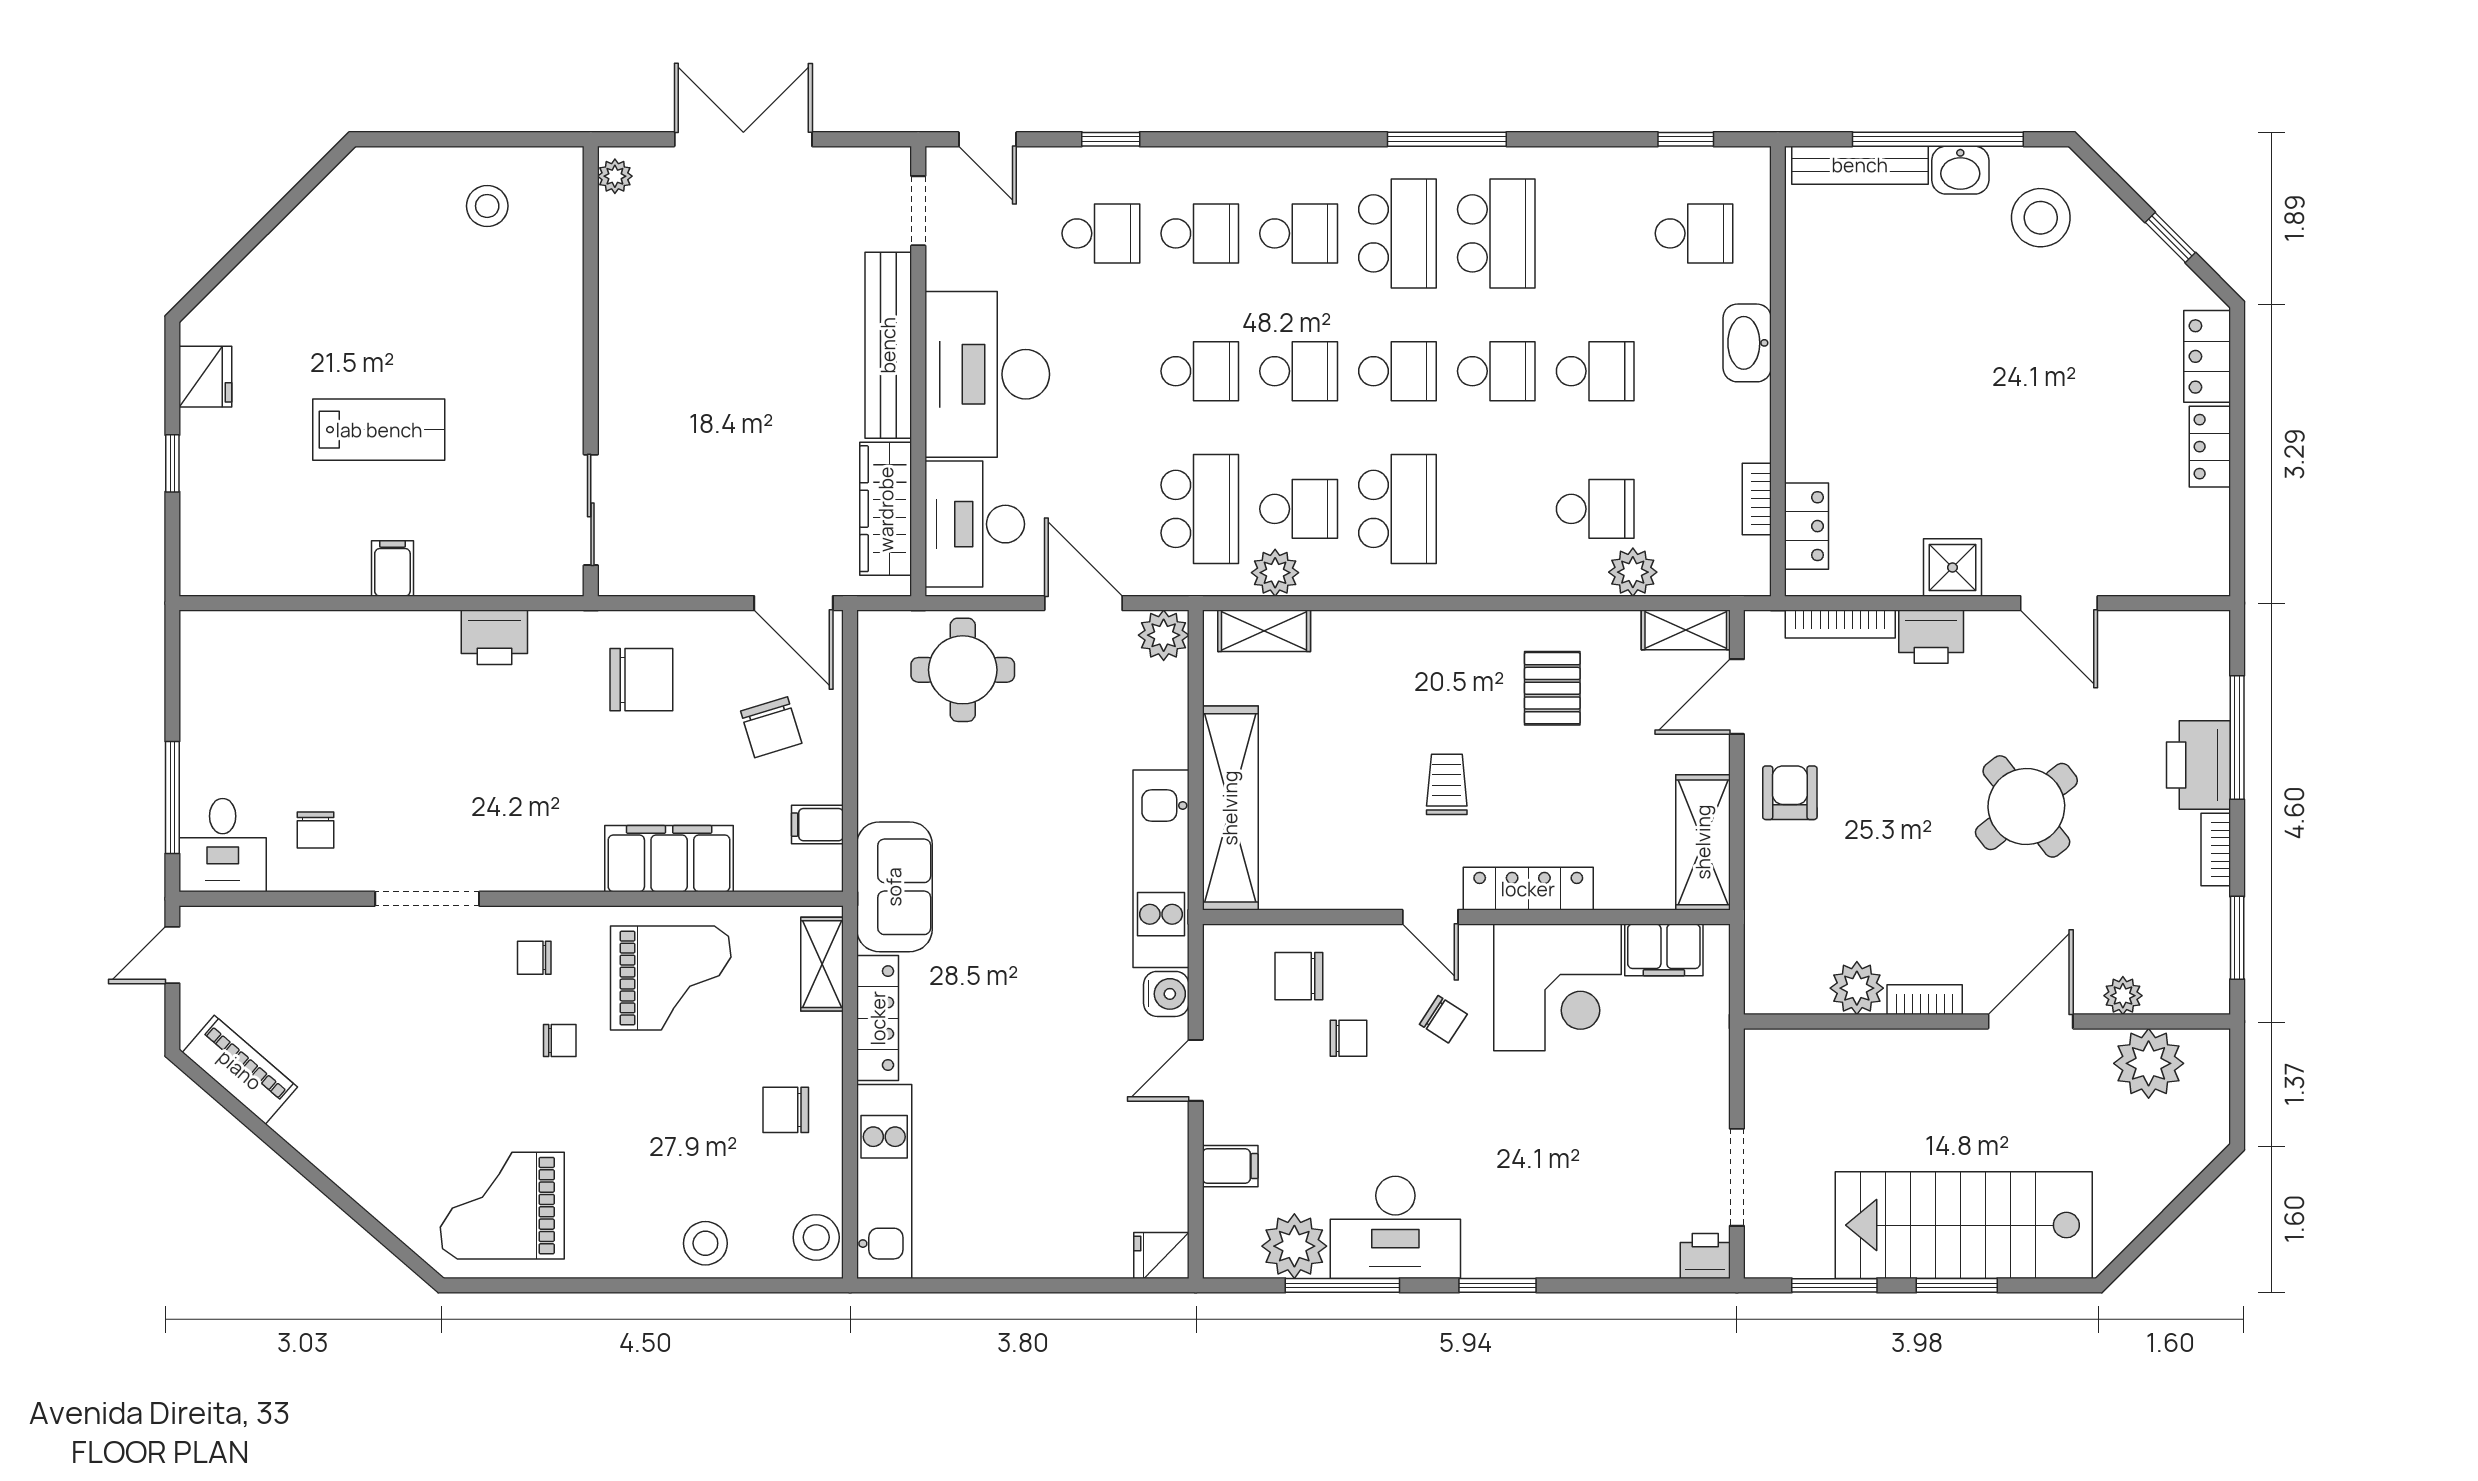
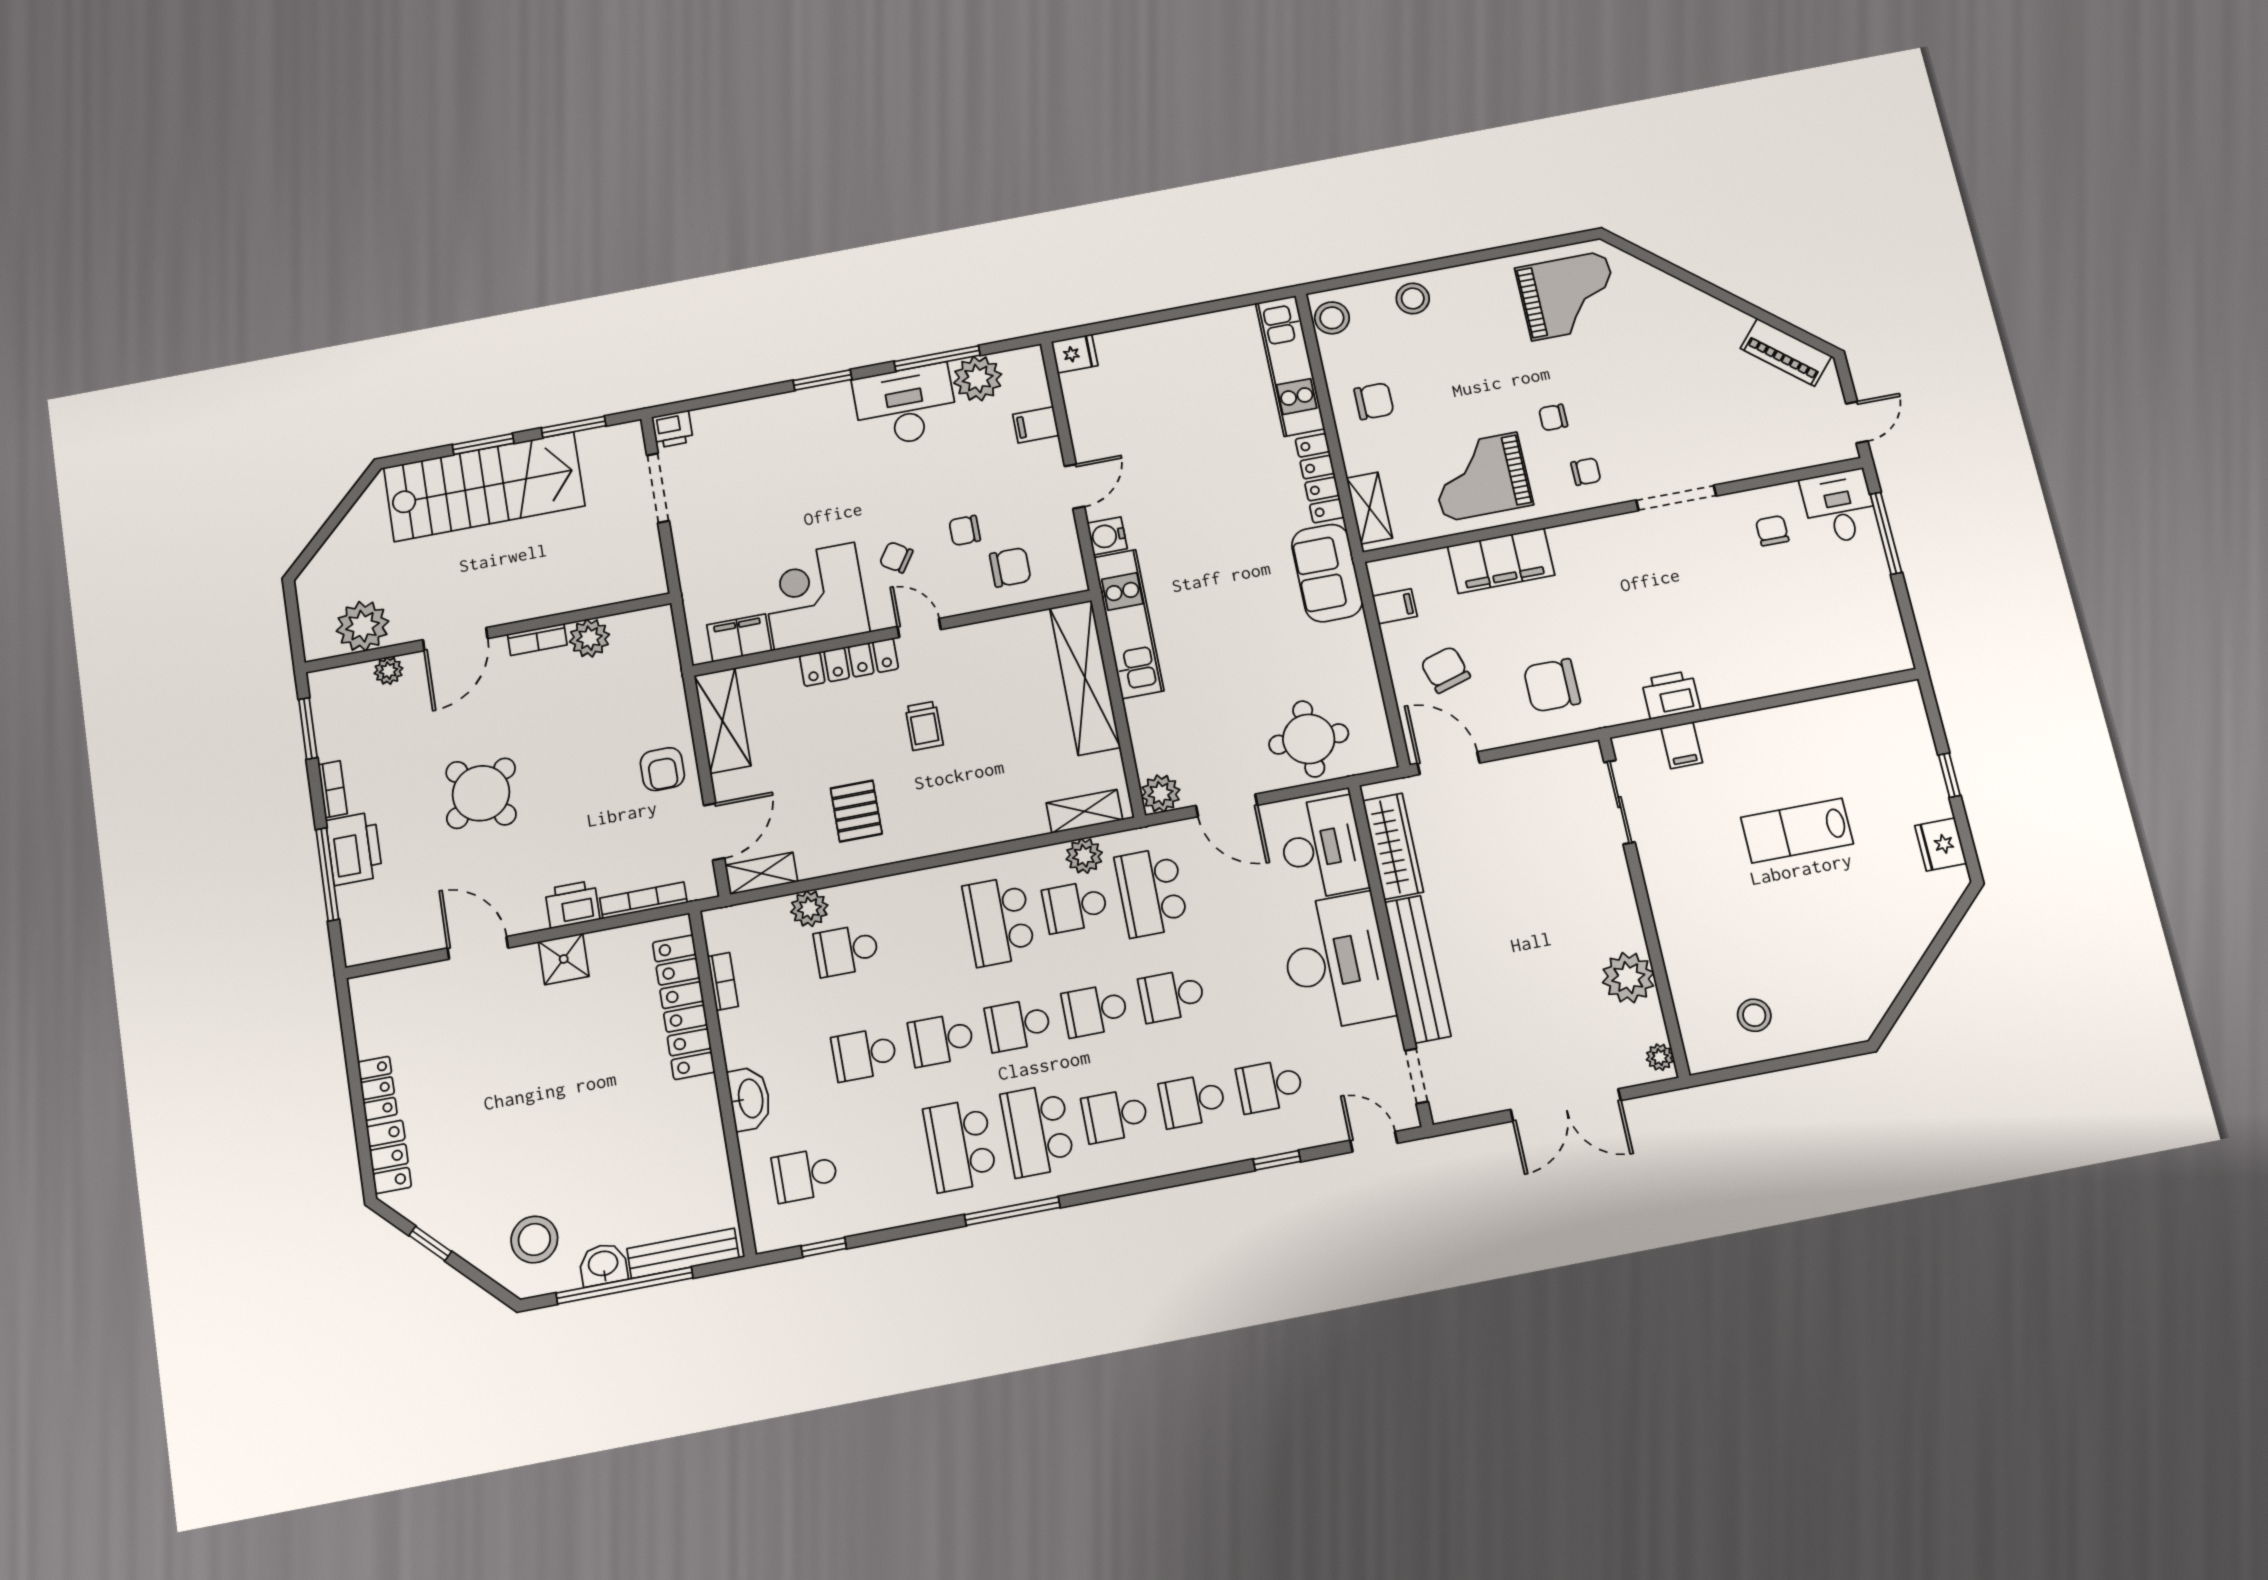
plant: (631, 283) -> (1628, 978), added
locker: (1807, 526) -> (684, 1007), width x2.16, depth x1.21
filing cabinet: (392, 568) -> (1682, 745), moved

